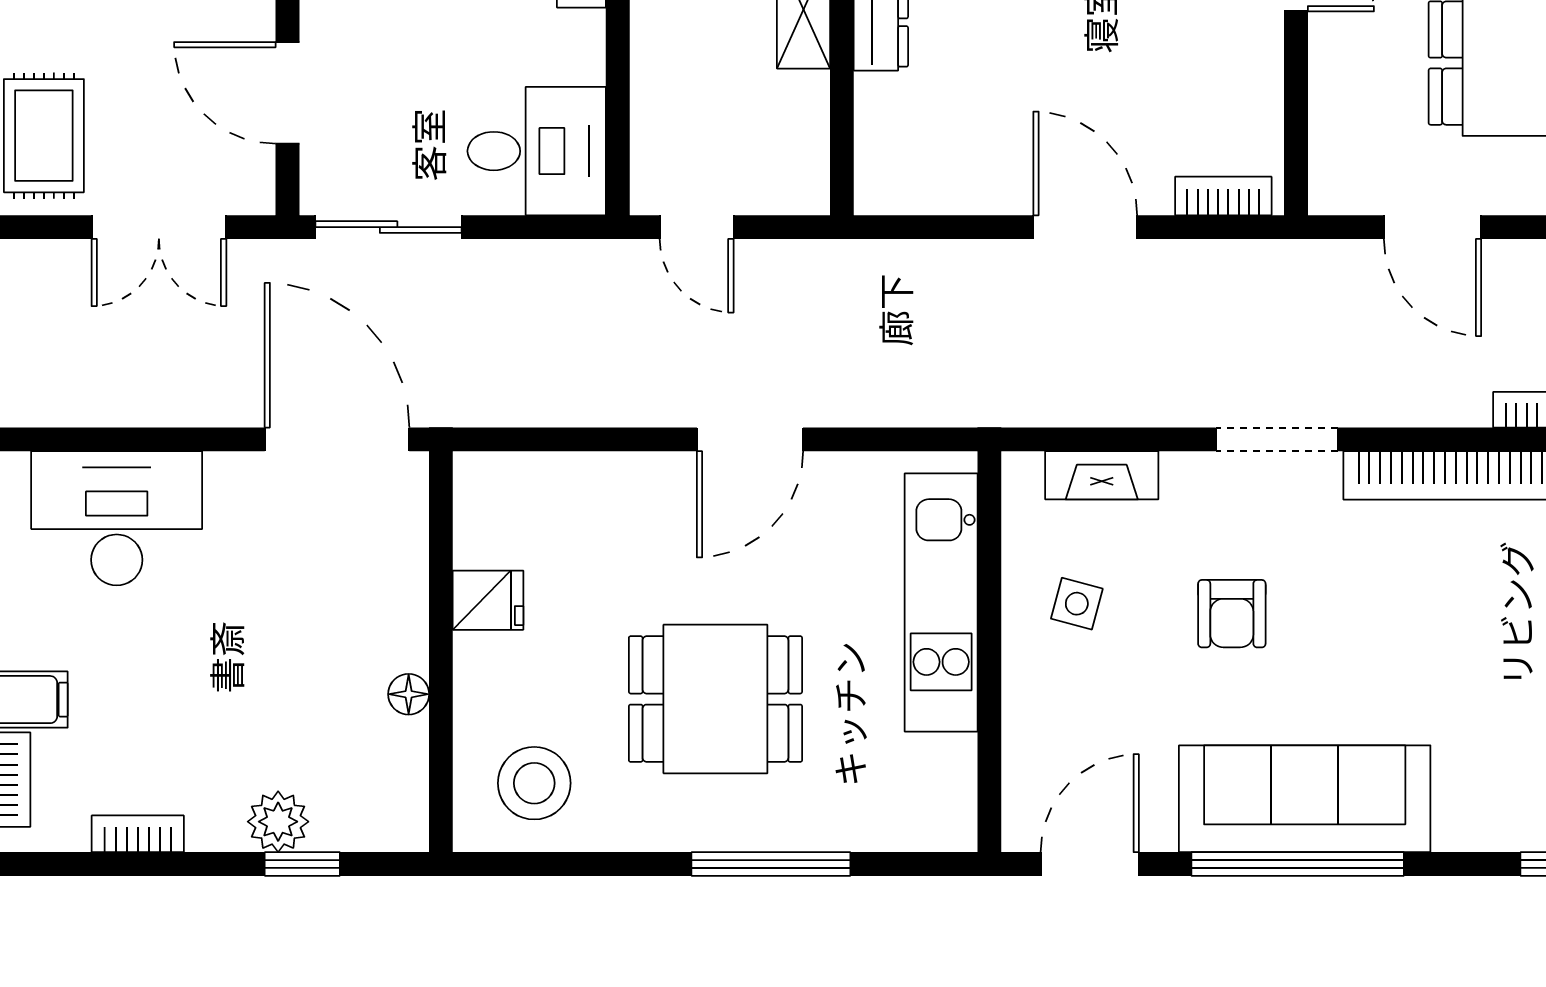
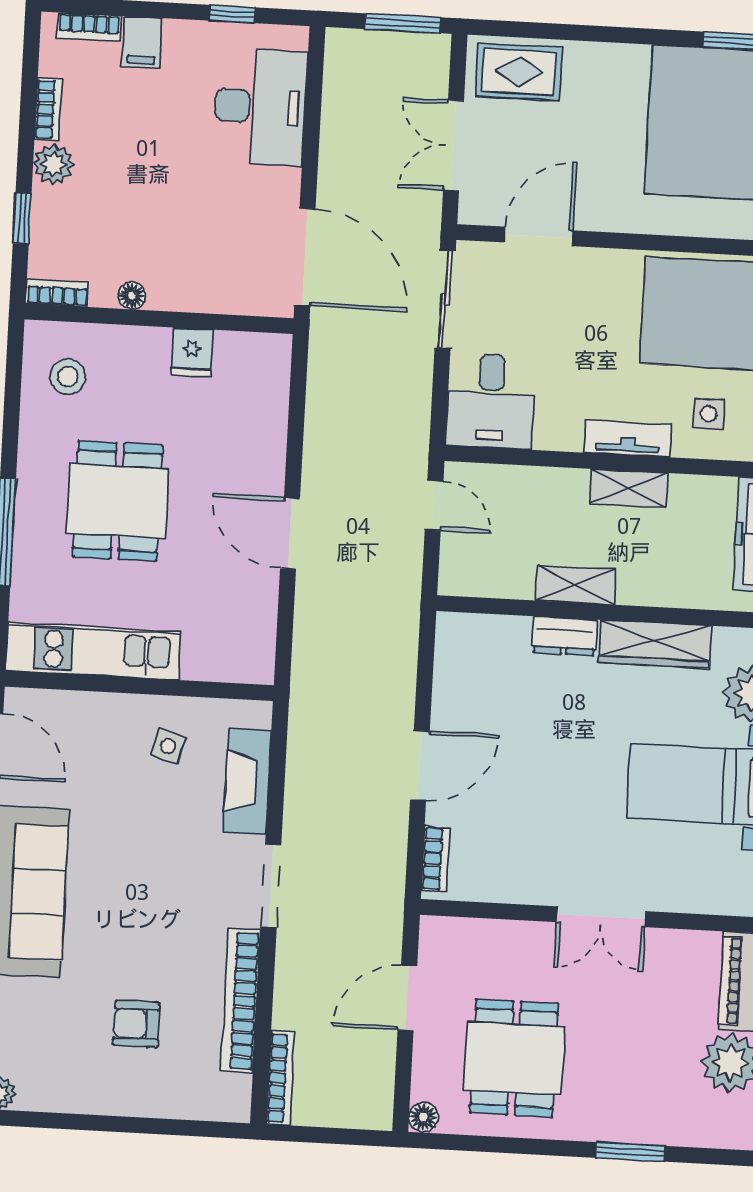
door: (697, 227) -> (434, 505), swing flipped
door: (337, 439) -> (305, 257), hinge flipped
fireplace: (1102, 475) -> (247, 781), width x1.37, depth x1.32
kitchen unit: (941, 602) -> (93, 651), moved
armchair: (1232, 614) -> (136, 1024), moved
stool: (534, 783) -> (68, 377), width x0.73, depth x0.73
bookcase: (410, 805) -> (57, 293), added
plant: (278, 822) -> (53, 164), moved

